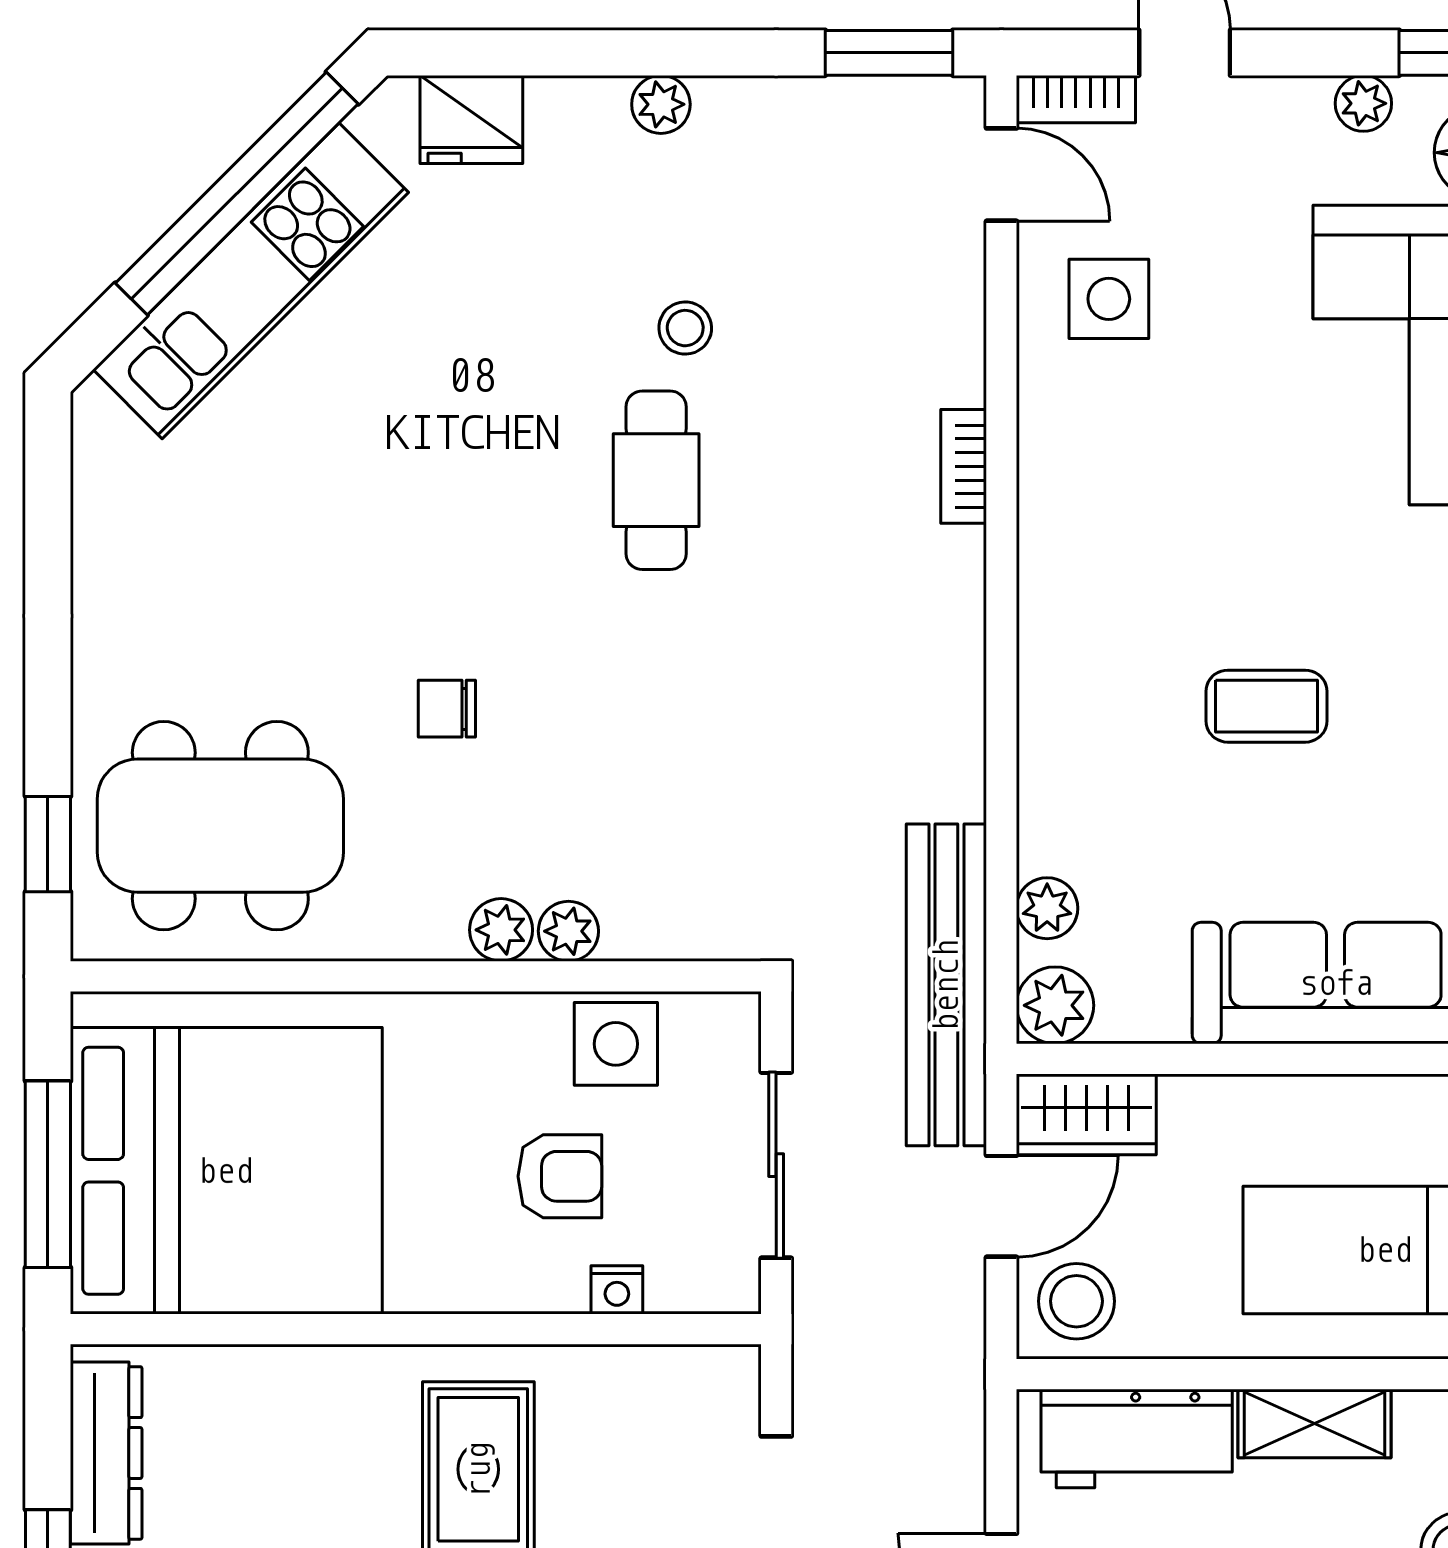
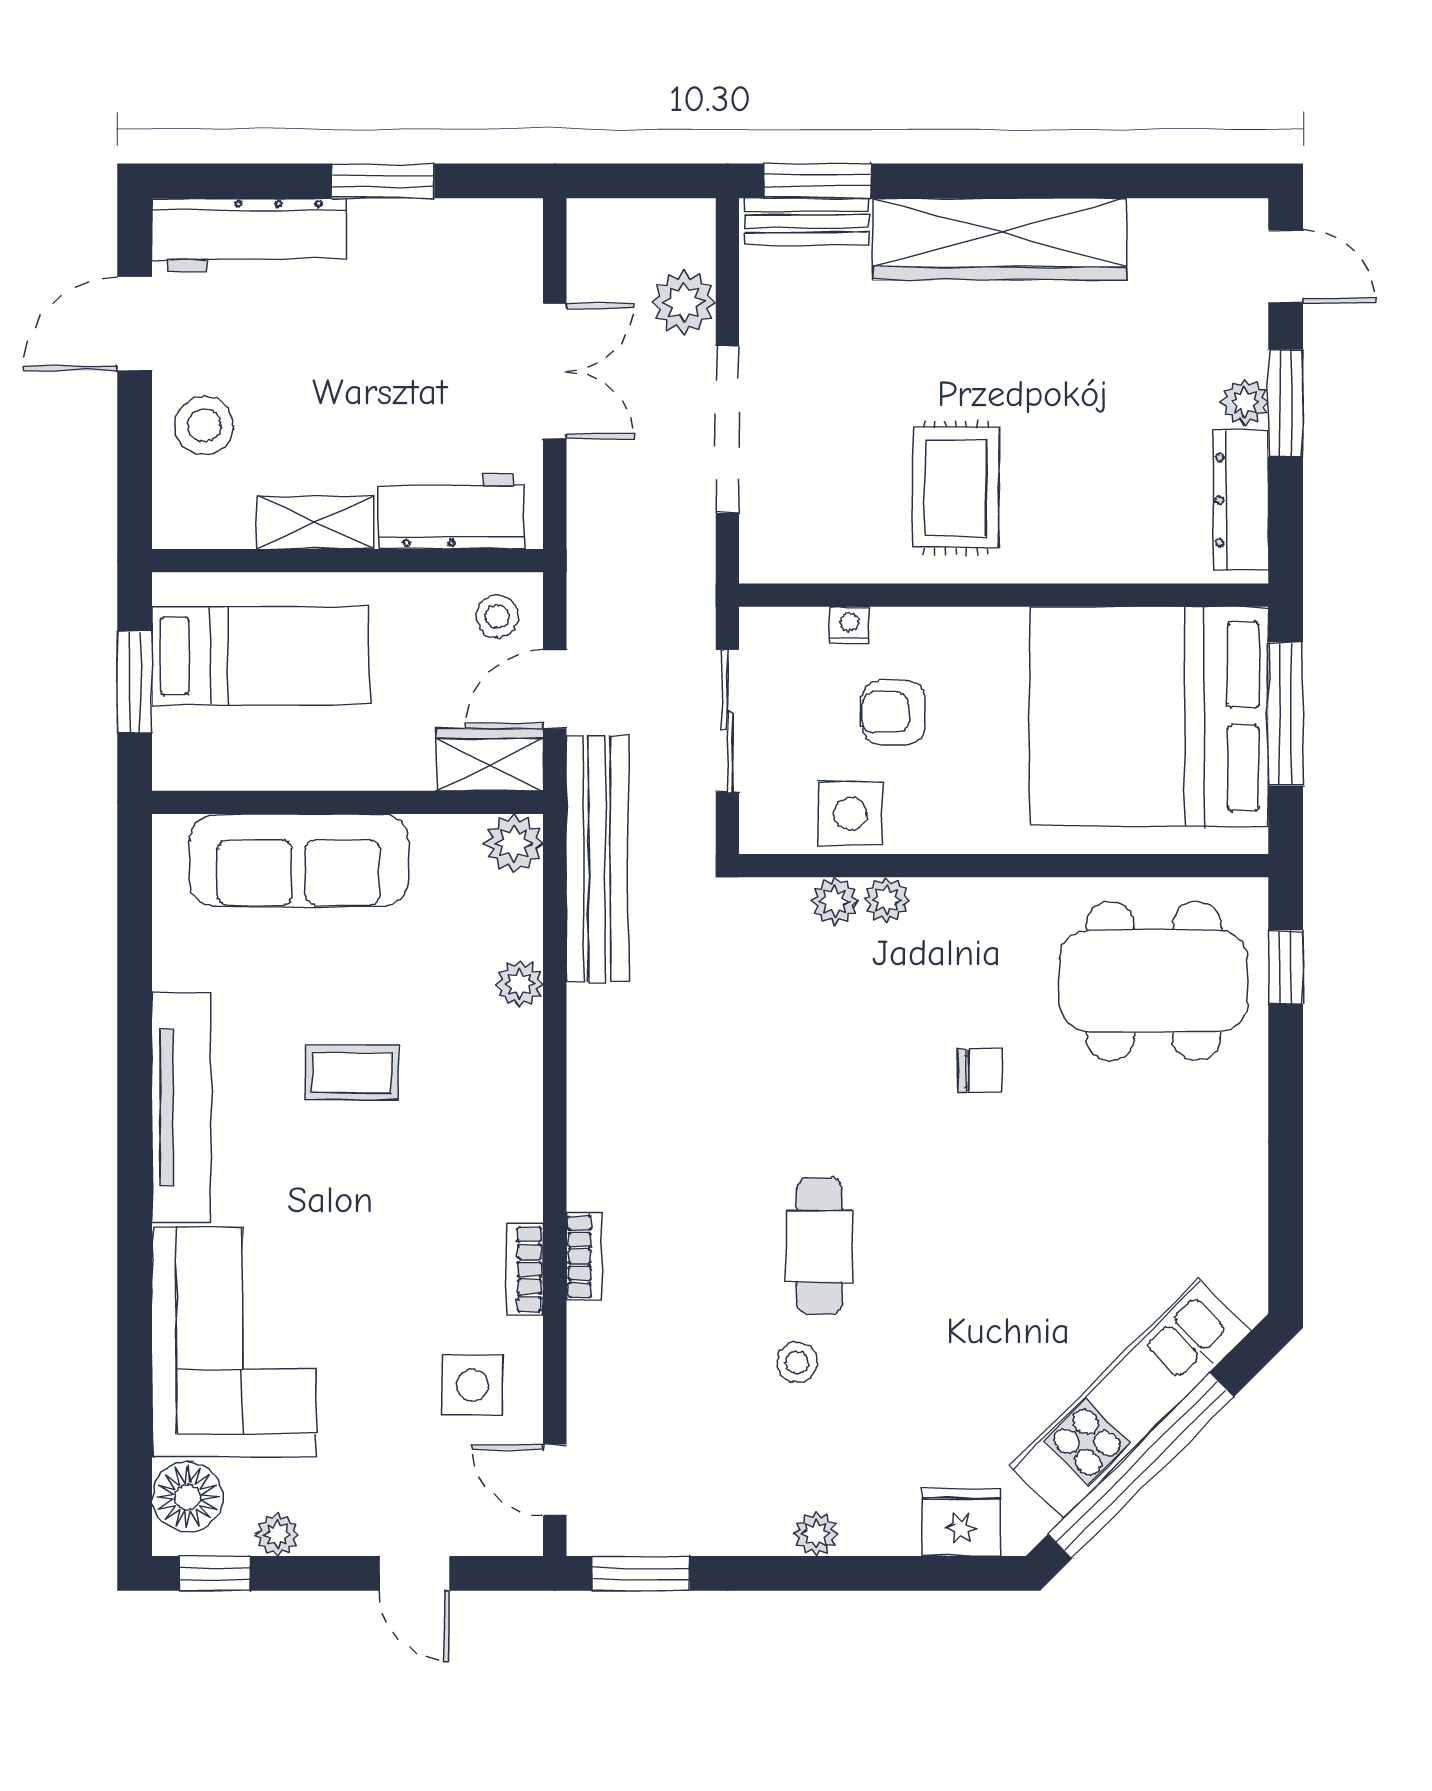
bookcase: (1076, 99) -> (525, 1269), moved, turned -90
plant: (1047, 908) -> (520, 984), moved
plant: (501, 930) -> (835, 901), moved
stool: (1076, 1301) -> (497, 617), width x0.73, depth x0.73

